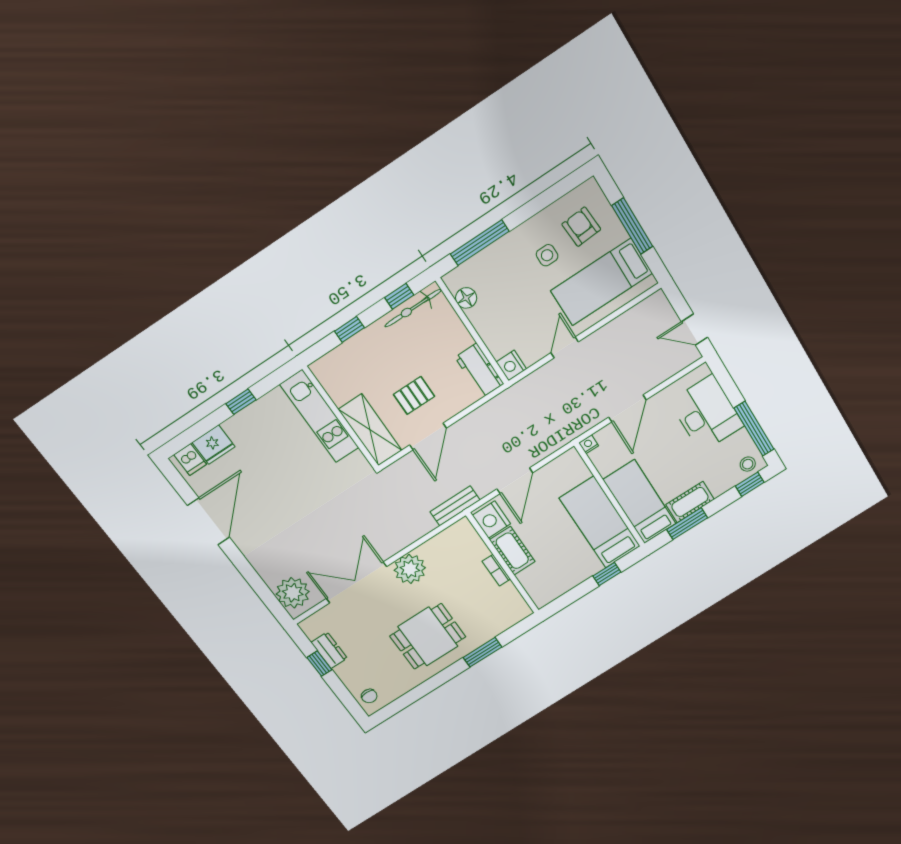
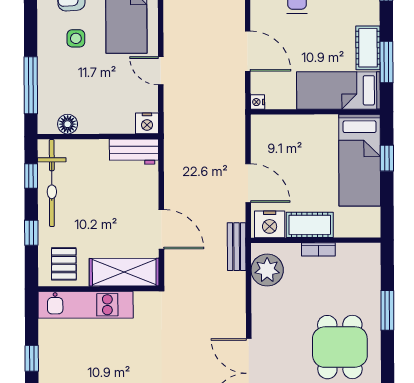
bicycle: (413, 308) -> (52, 183), width x1.37, depth x1.40
pallet: (414, 395) -> (64, 264), moved
bed: (600, 522) -> (360, 160), moved, turned -90
plant: (410, 569) -> (267, 270), moved

